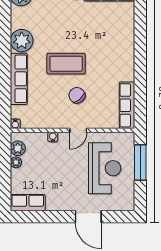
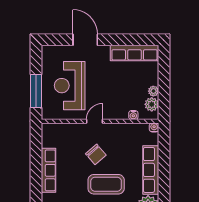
row of seats: (127, 105) -> (49, 170), moved
water cooler: (53, 137) -> (133, 115), moved
row of seats: (28, 203) -> (134, 53), width x1.48

